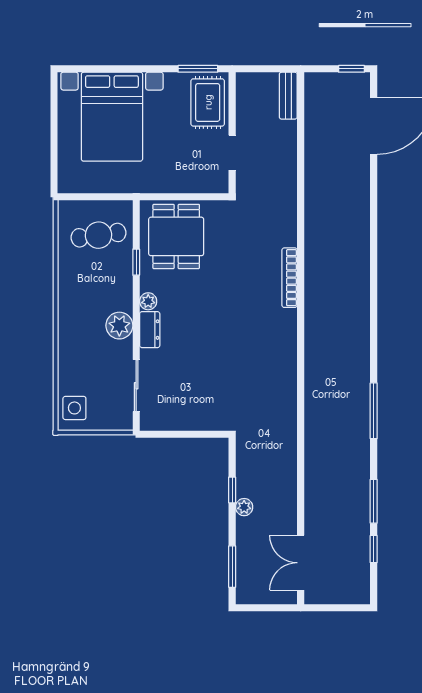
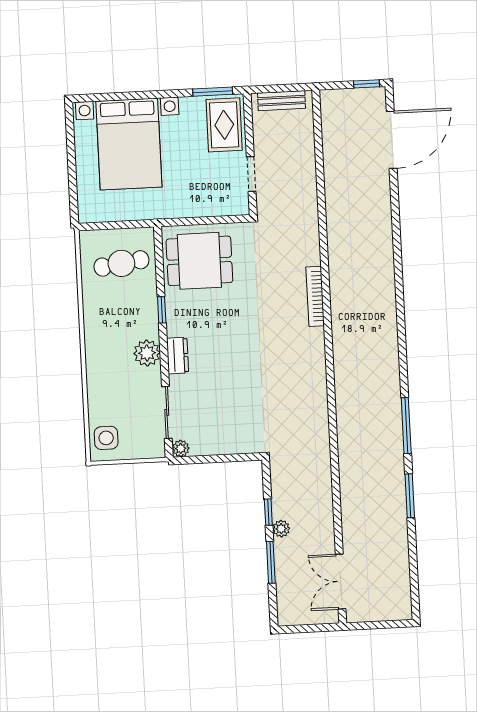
bench: (288, 96) -> (281, 101), moved, turned 90
dining table: (176, 236) -> (199, 261), turned 90
window: (136, 262) -> (162, 310), moved
plant: (148, 301) -> (181, 448), moved
window: (374, 501) -> (410, 496), moved
window: (374, 549) -> (413, 564), removed
window: (232, 567) -> (271, 562), moved

